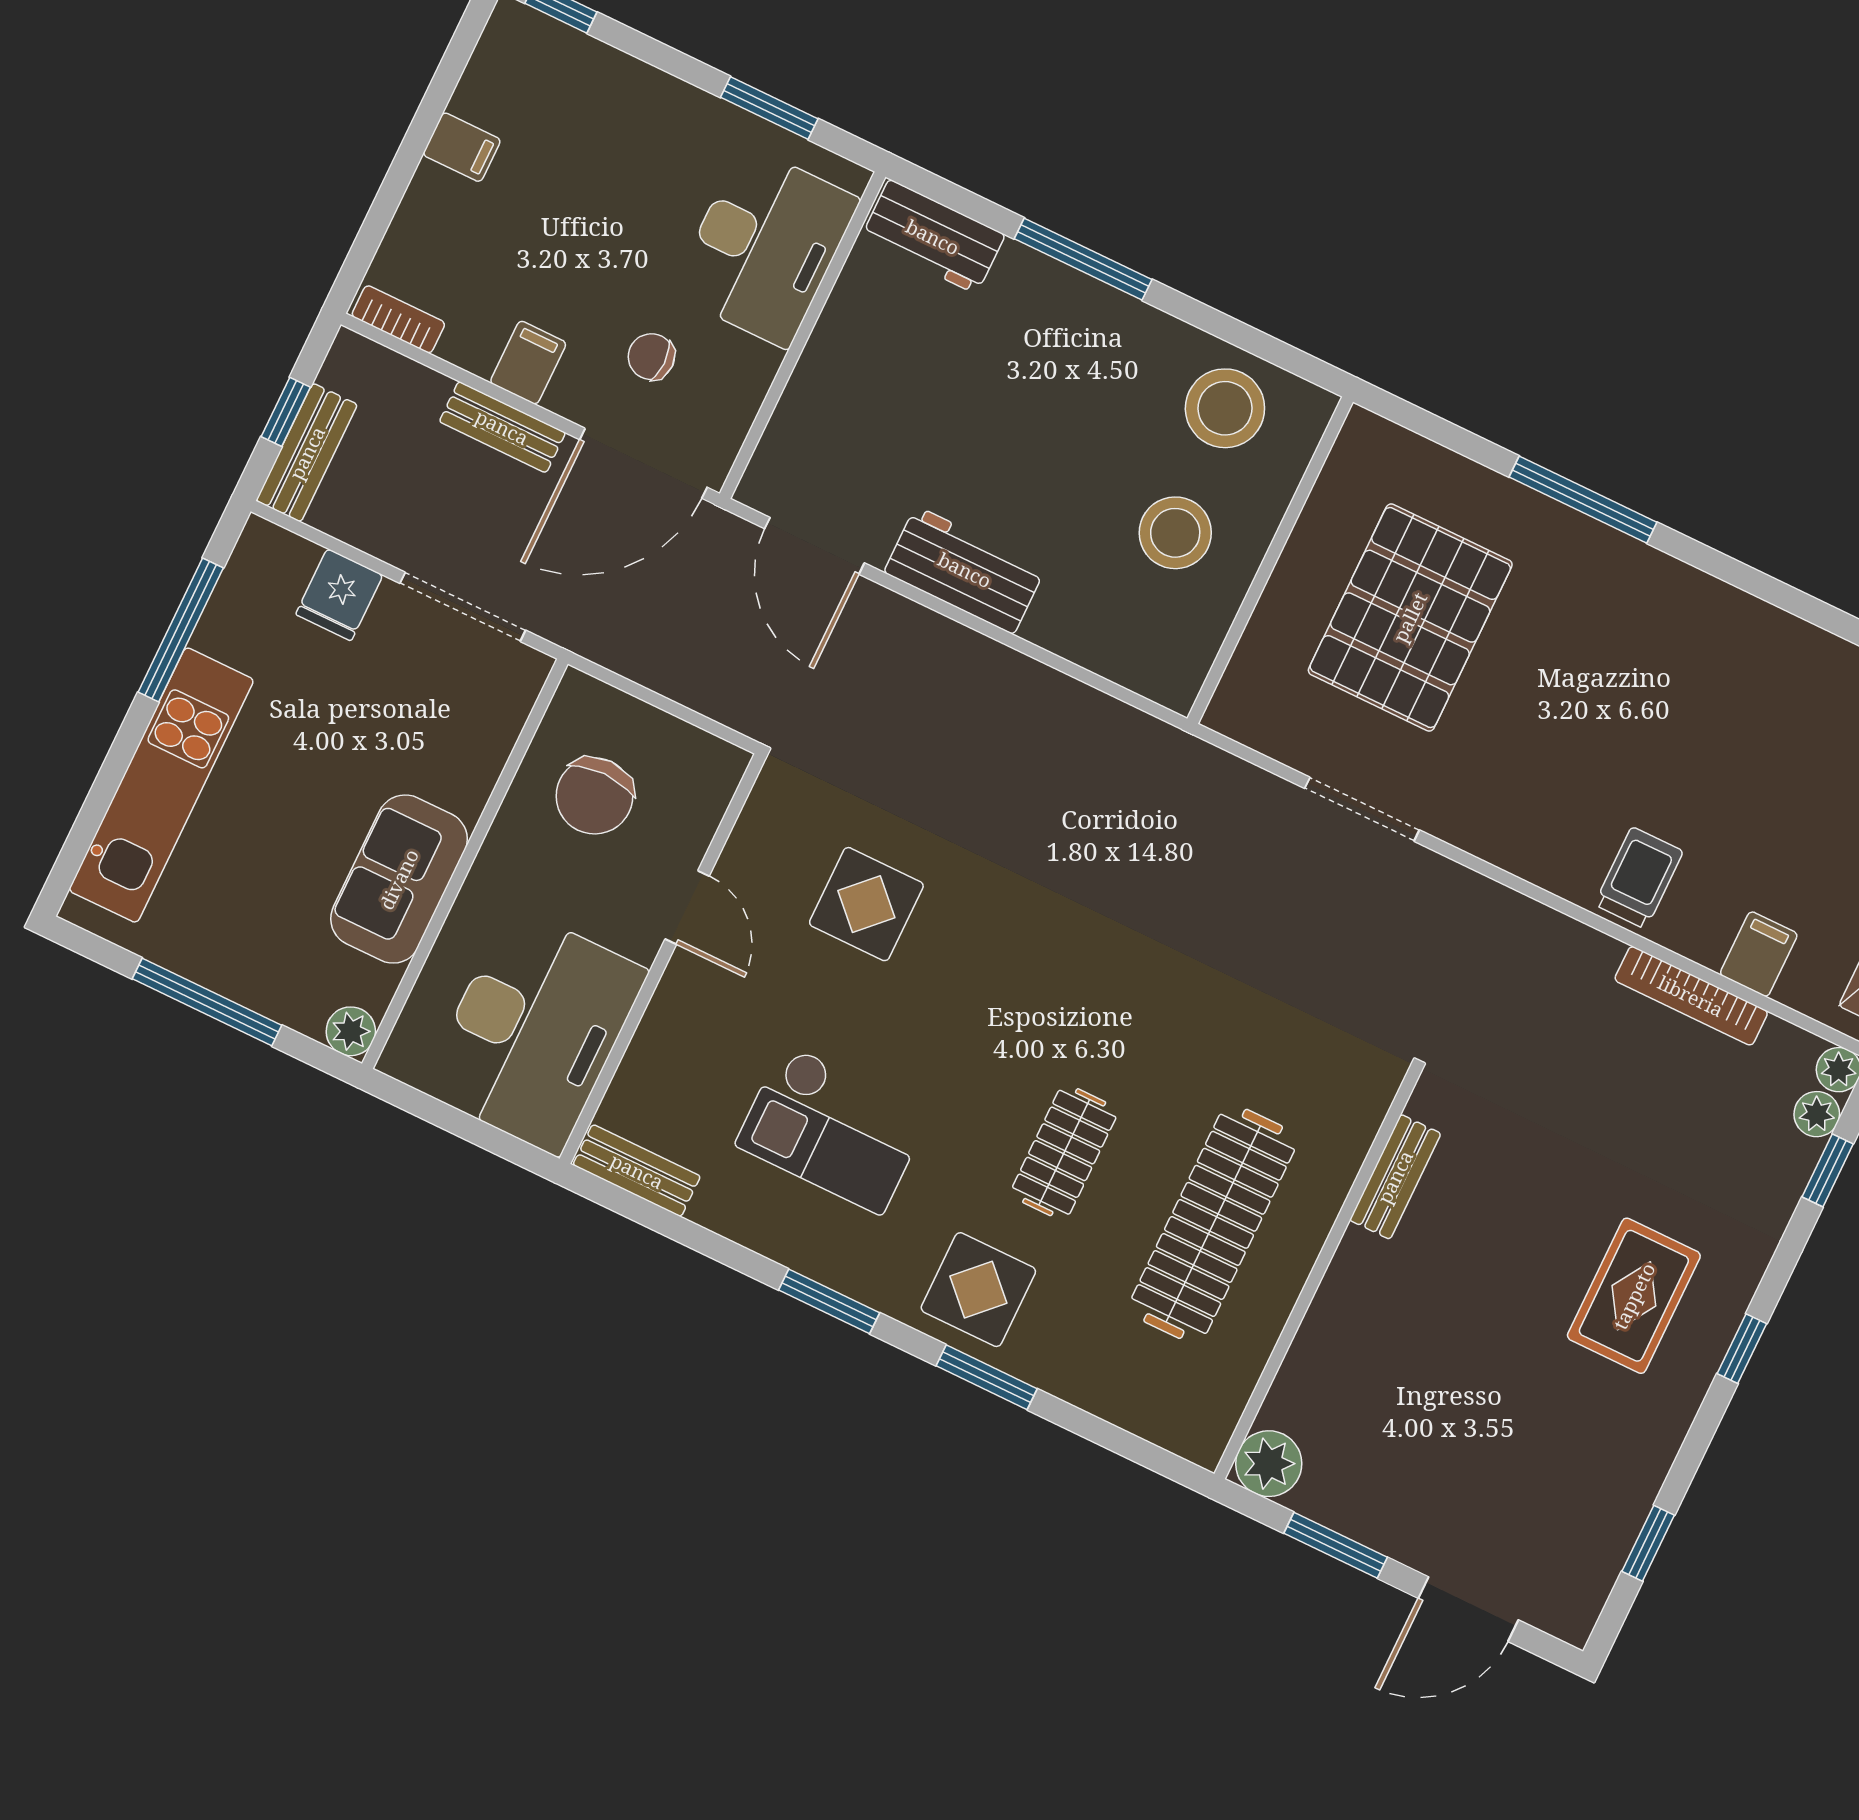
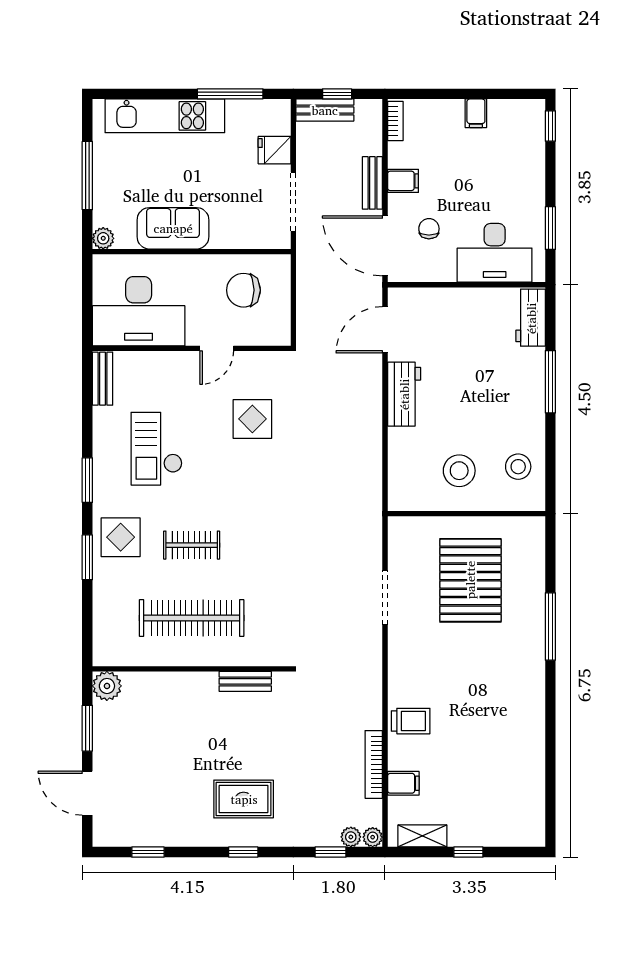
stool: (1225, 408) -> (518, 467), width x0.73, depth x0.73
pallet: (1410, 617) -> (470, 580), turned 90

